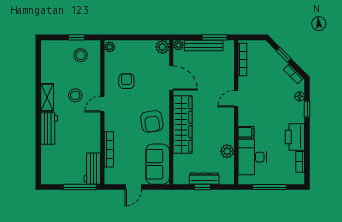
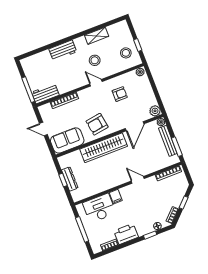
shelving: (47, 97) -> (97, 36), moved
plant: (227, 151) -> (96, 188), removed

